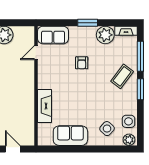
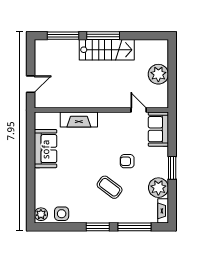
coffee table: (122, 76) -> (110, 187), moved
side table: (107, 129) -> (54, 190), removed

